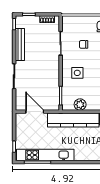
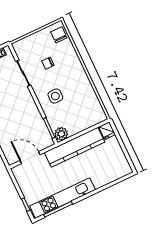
plant: (80, 105) -> (61, 134), moved

